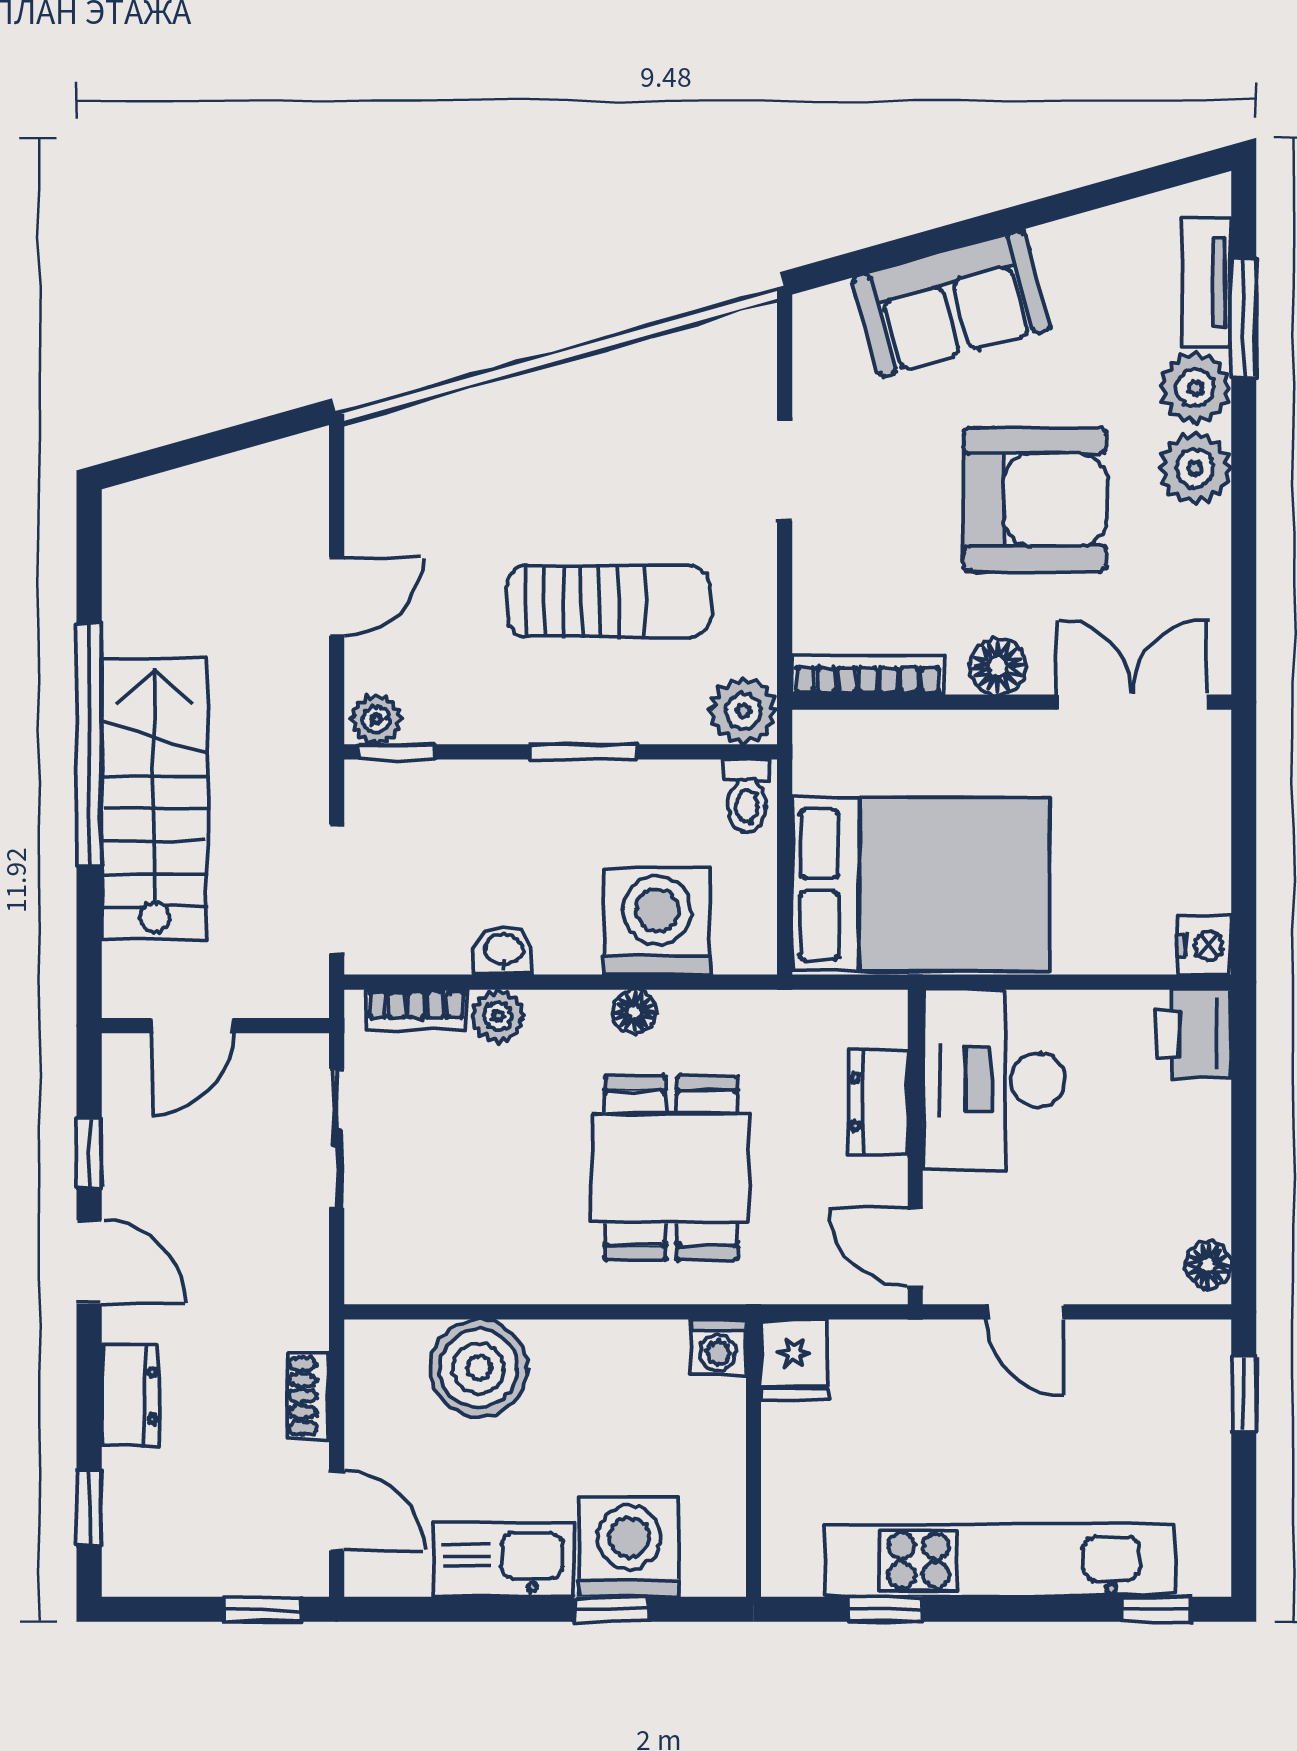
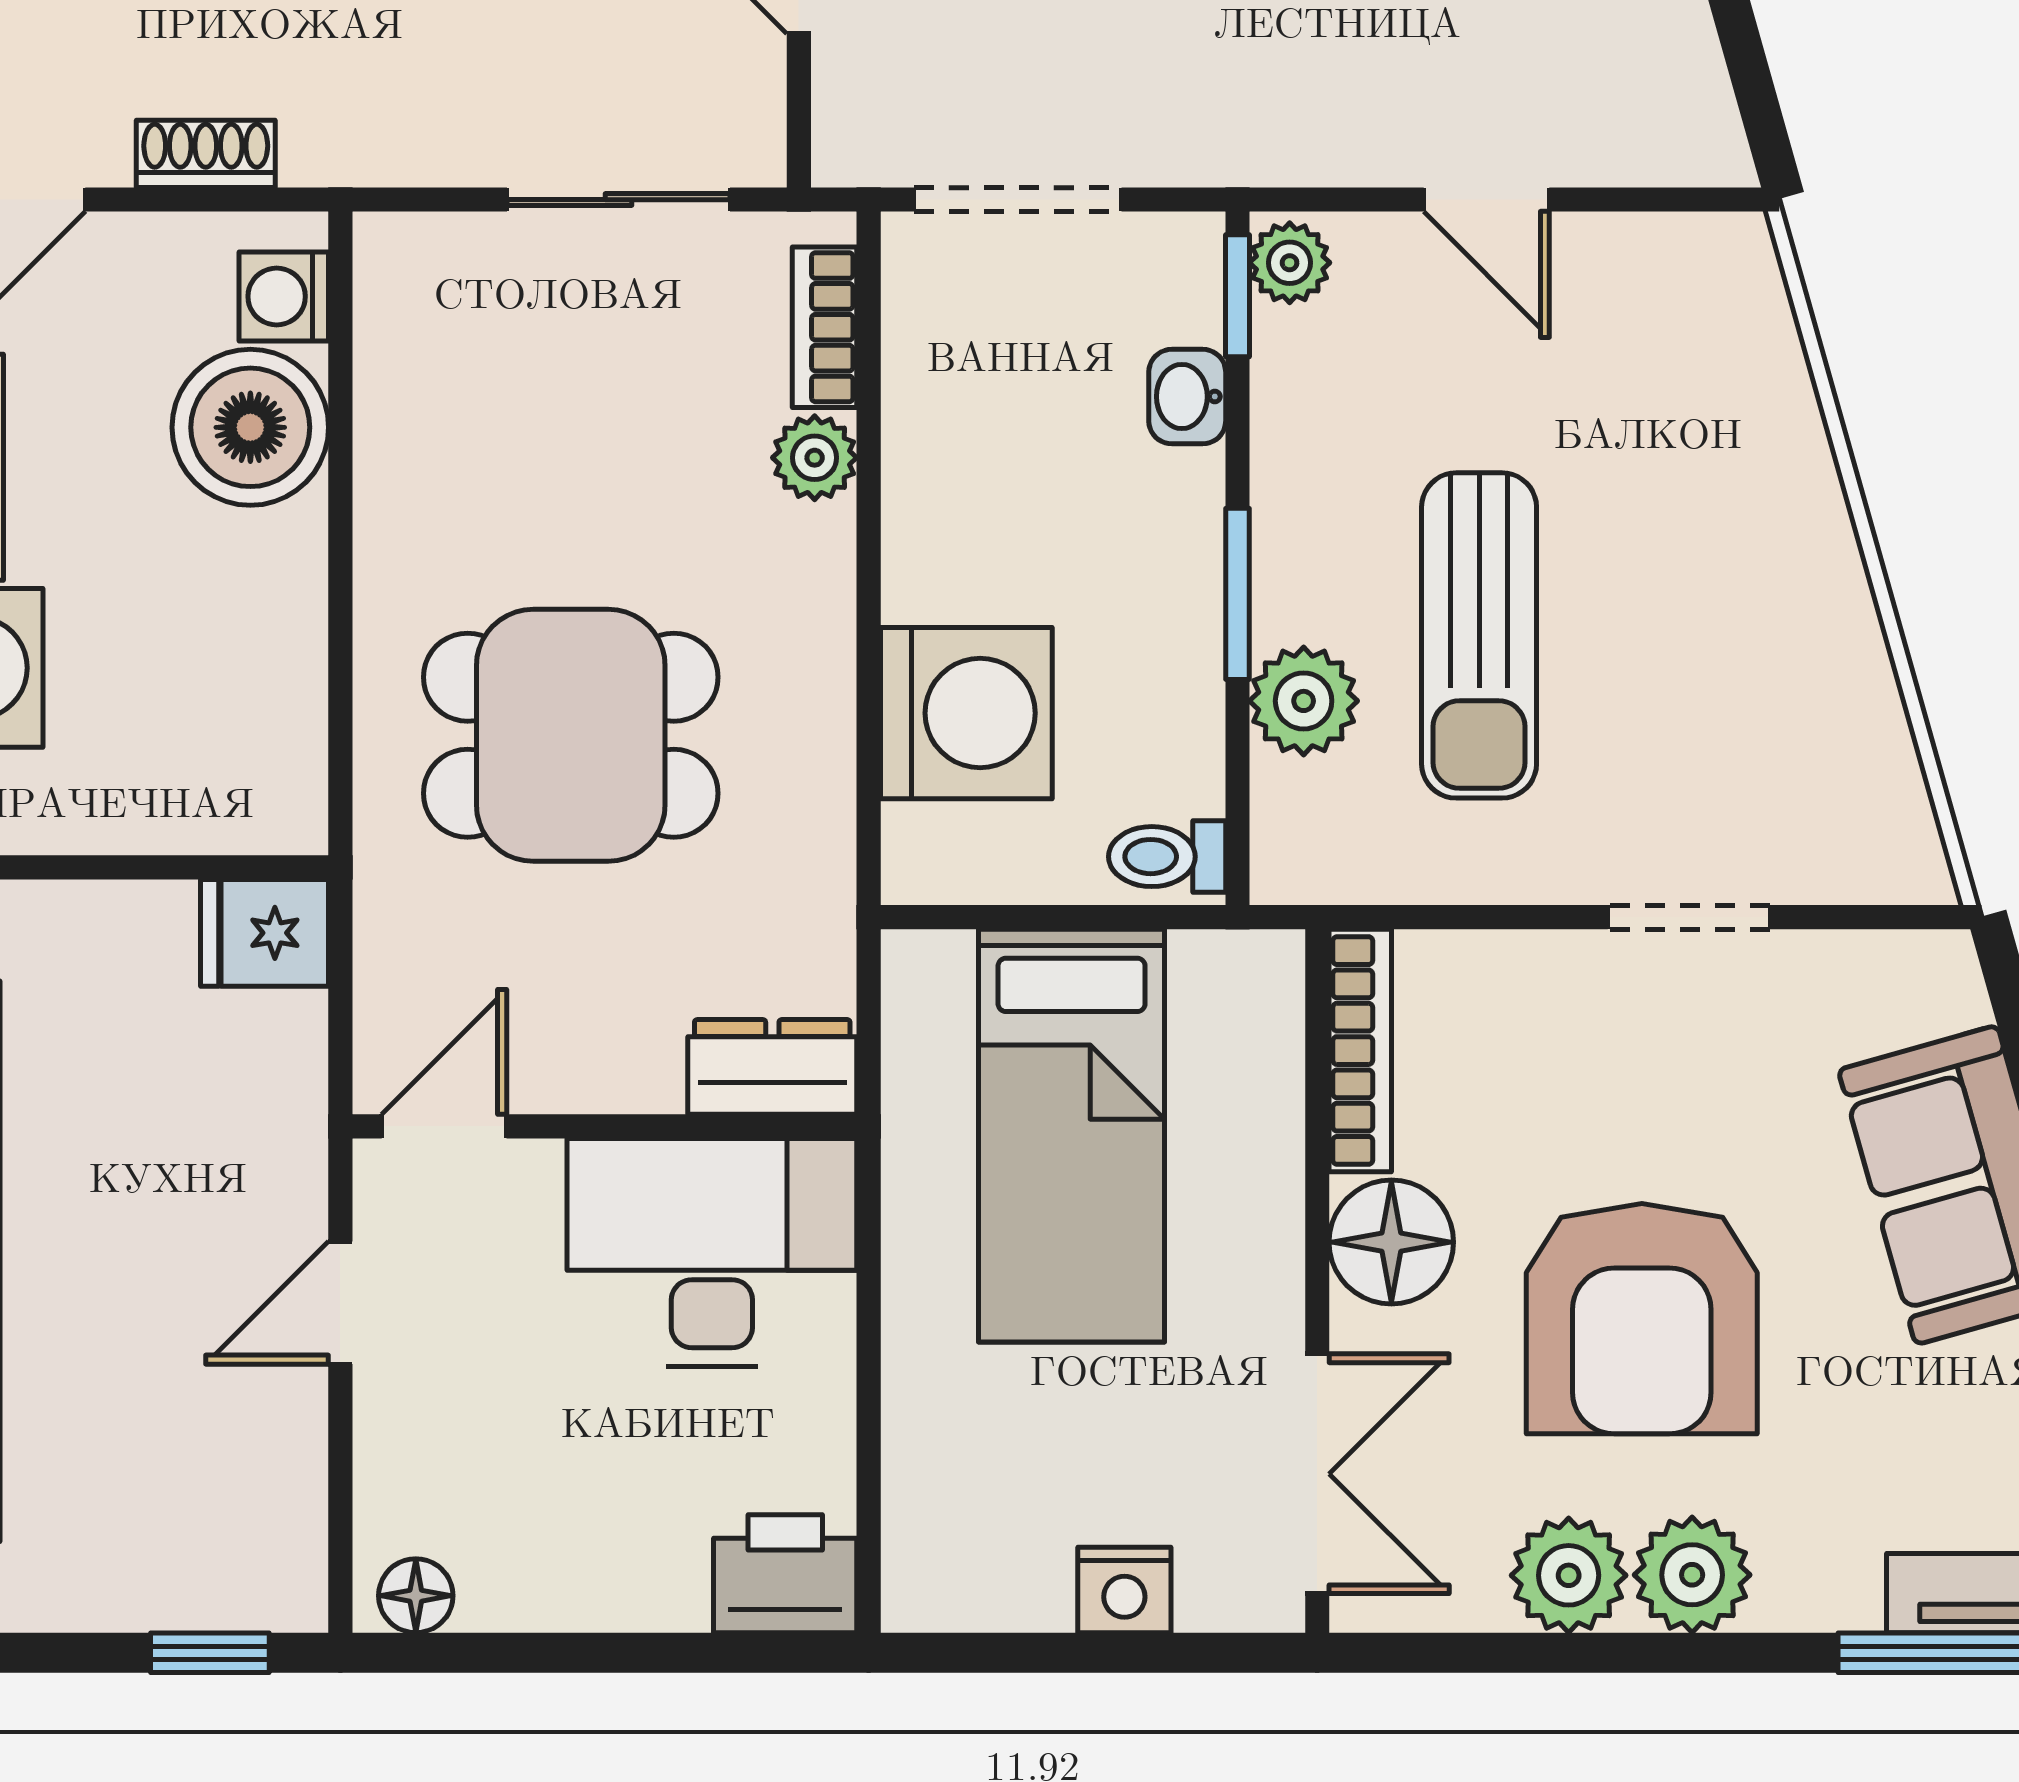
plant: (1195, 388) -> (1569, 1575), moved
floor lamp: (998, 667) -> (1391, 1242), width x1.38, depth x1.38
plant: (743, 711) -> (1304, 701), moved
bed: (921, 885) -> (1072, 1136), width x0.67
nightstand: (1205, 946) -> (1124, 1590), moved
washbasin: (503, 951) -> (1187, 397), moved, turned 180
floor lamp: (634, 1011) -> (822, 676), removed
dresser: (878, 1102) -> (772, 1067), moved
washing machine: (718, 1347) -> (284, 296), moved

